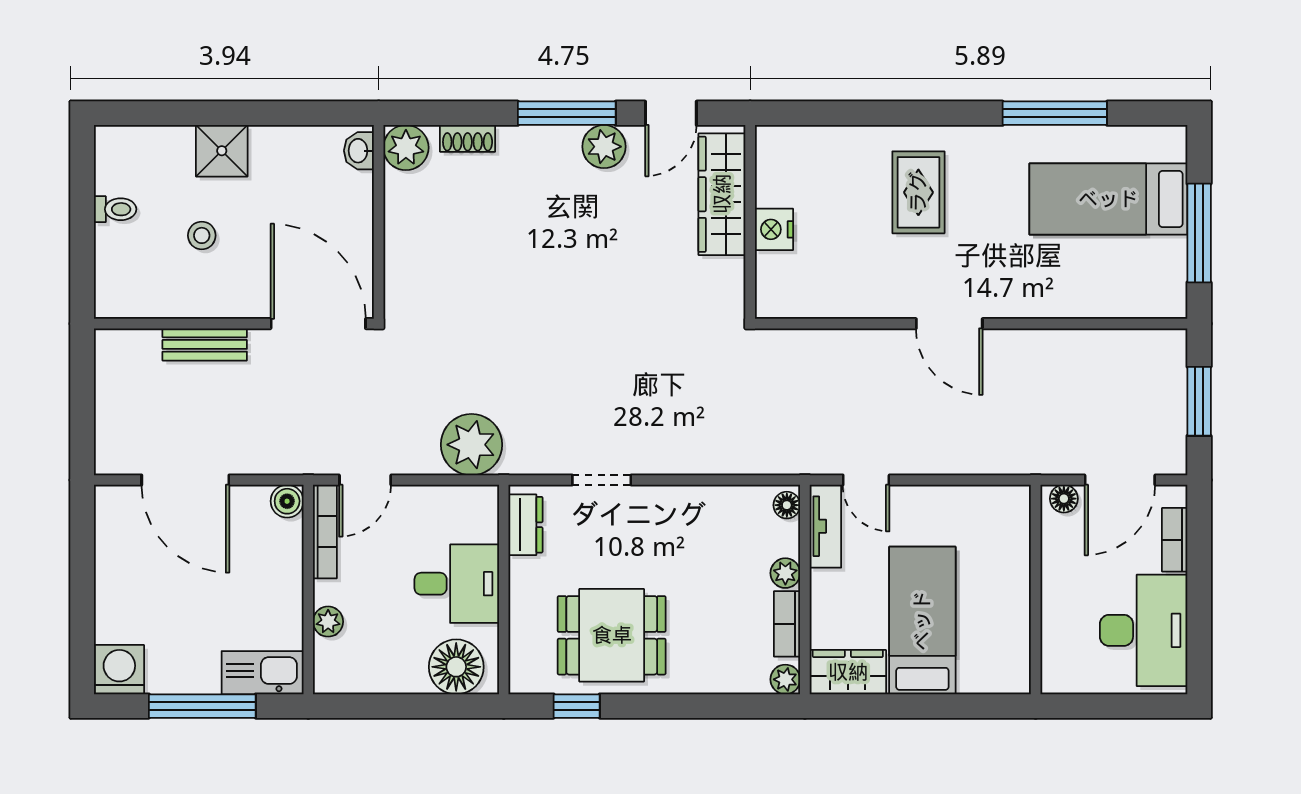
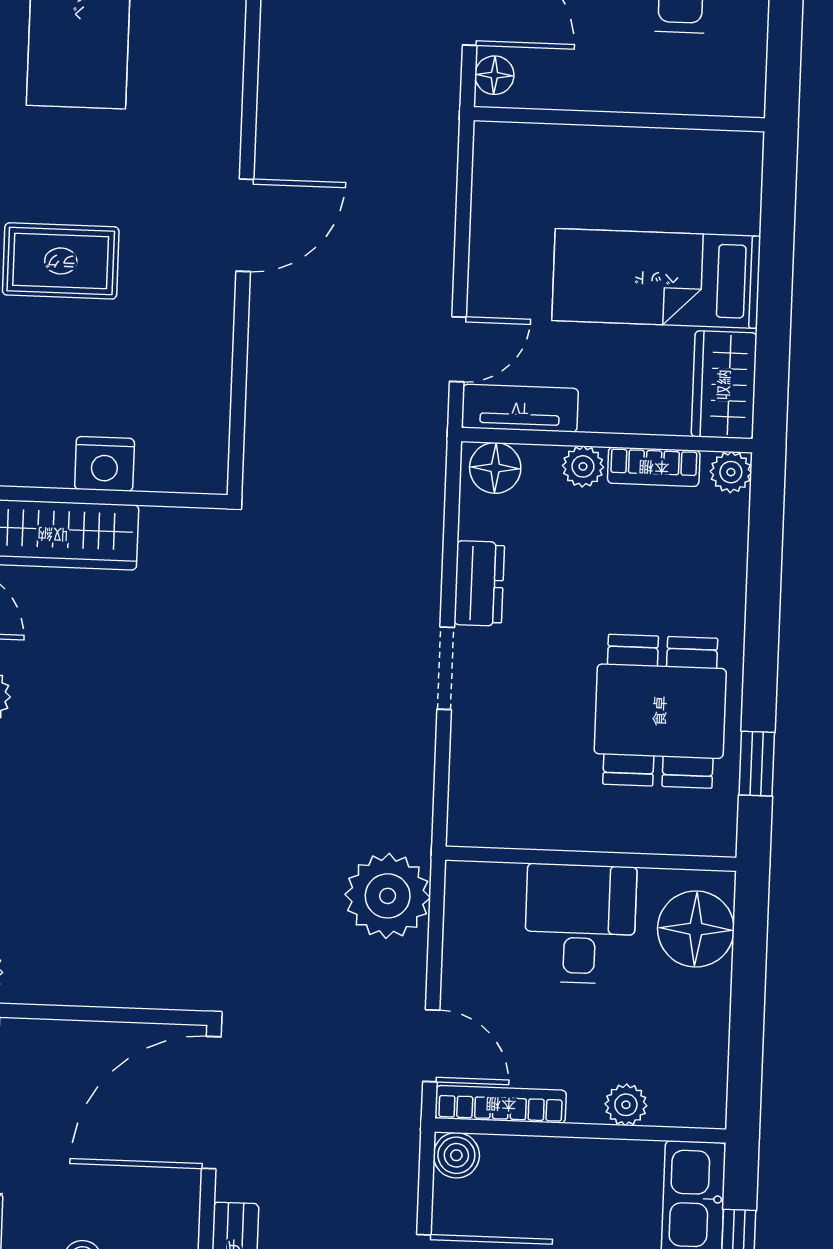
doorway: (602, 480) -> (446, 668), moved
floor lamp: (787, 505) -> (495, 468), width x1.37, depth x1.37
dresser: (525, 525) -> (479, 583), moved, turned 90

